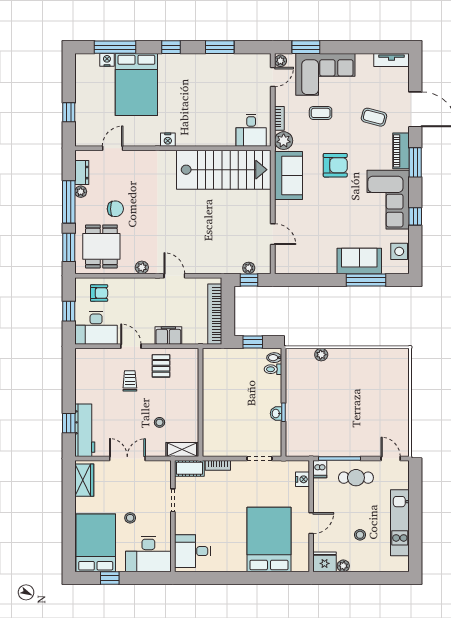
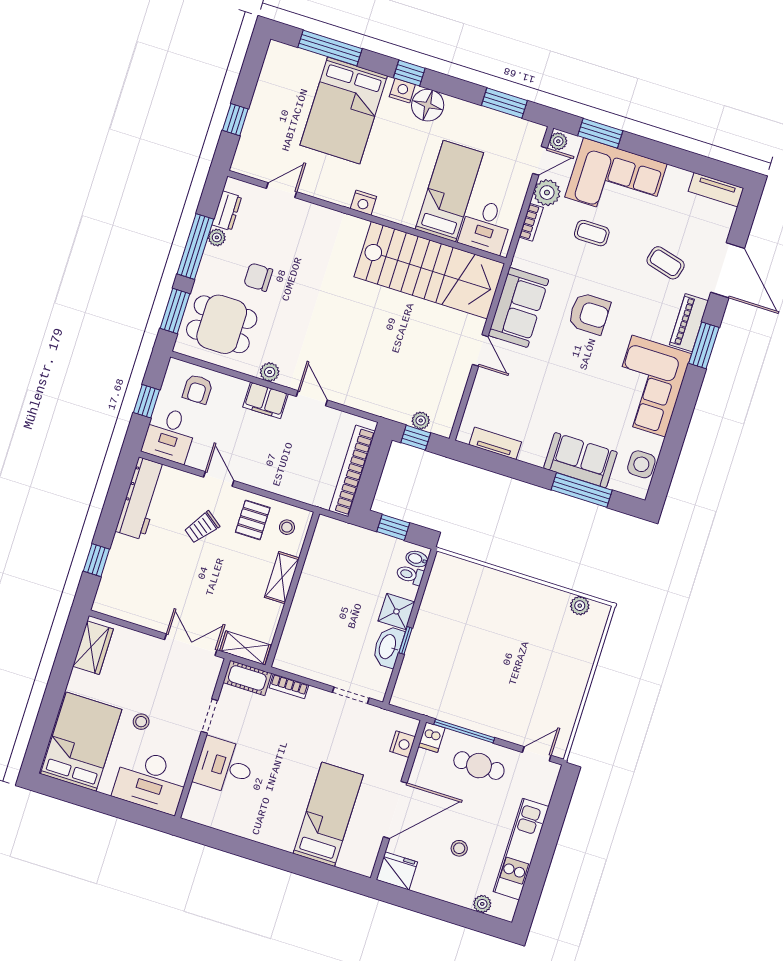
window: (220, 47) -> (504, 103), moved
nightstand: (107, 60) -> (402, 91), moved
floor lamp: (189, 64) -> (428, 105), added
bed: (221, 115) -> (449, 191), added
plant: (284, 141) -> (547, 193), moved
chair: (115, 209) -> (258, 277), turned 180
window: (415, 216) -> (680, 422), removed
door: (273, 234) -> (480, 350), moved
dining table: (101, 246) -> (222, 324), turned 90
tv unit: (301, 268) -> (495, 443), added
armchair: (99, 293) -> (198, 389), turned 90
desk: (96, 328) -> (170, 435), width x0.73
filing cabinet: (168, 336) -> (265, 400), moved, turned 180
plant: (321, 355) -> (580, 606), moved
trolley: (130, 381) -> (202, 527), turned -143
shower: (272, 395) -> (396, 611), added
shelving: (191, 397) -> (282, 578), added
washbasin: (276, 414) -> (388, 647), width x1.91, depth x1.45
stool: (160, 422) -> (287, 527), moved
workbench: (85, 430) -> (141, 498), moved
double door: (127, 458) -> (191, 645), moved
door: (391, 458) -> (537, 754), hinge flipped
door: (311, 523) -> (395, 810), width x1.87
bed: (269, 539) -> (328, 814), width x0.67
desk: (193, 551) -> (224, 766), moved
plant: (343, 566) -> (482, 904), moved
window: (110, 578) -> (85, 798), removed

